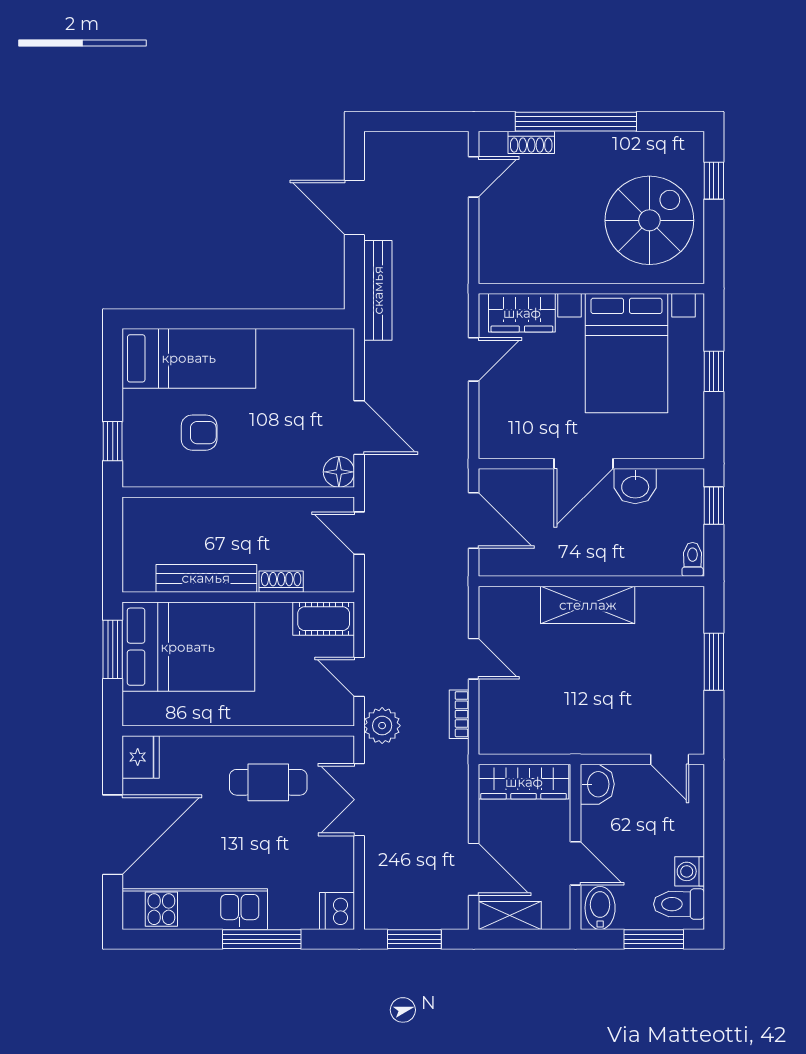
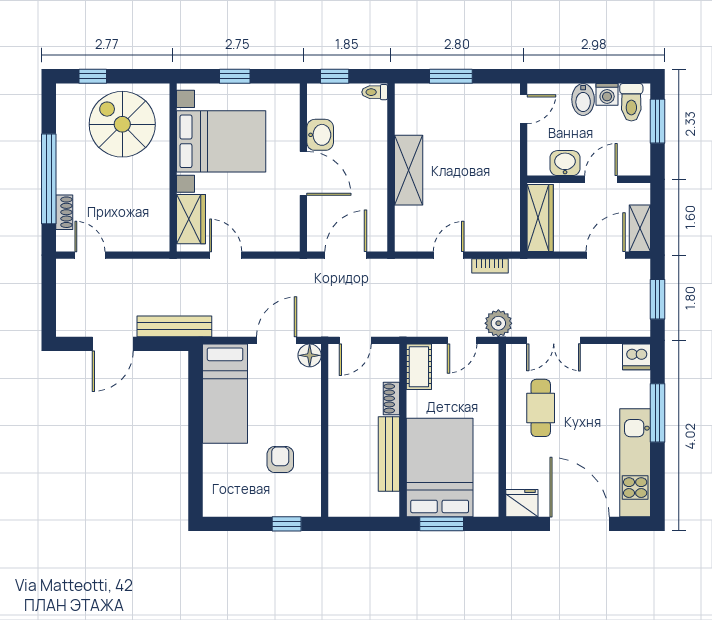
bed: (189, 358) -> (225, 394), moved, turned 180
washbasin: (597, 784) -> (565, 163), moved
bidet: (600, 908) -> (583, 99), moved, turned -90

